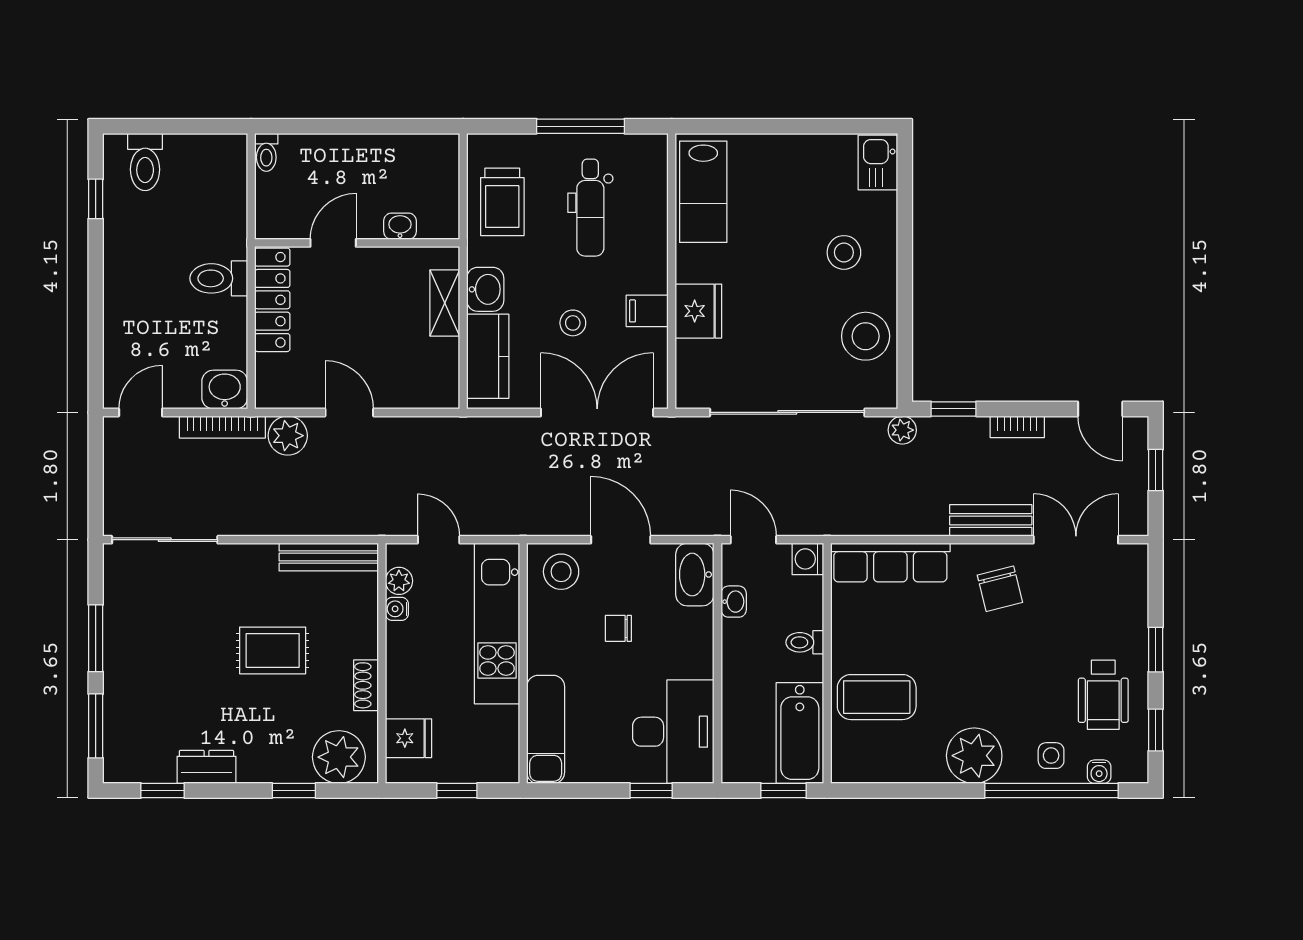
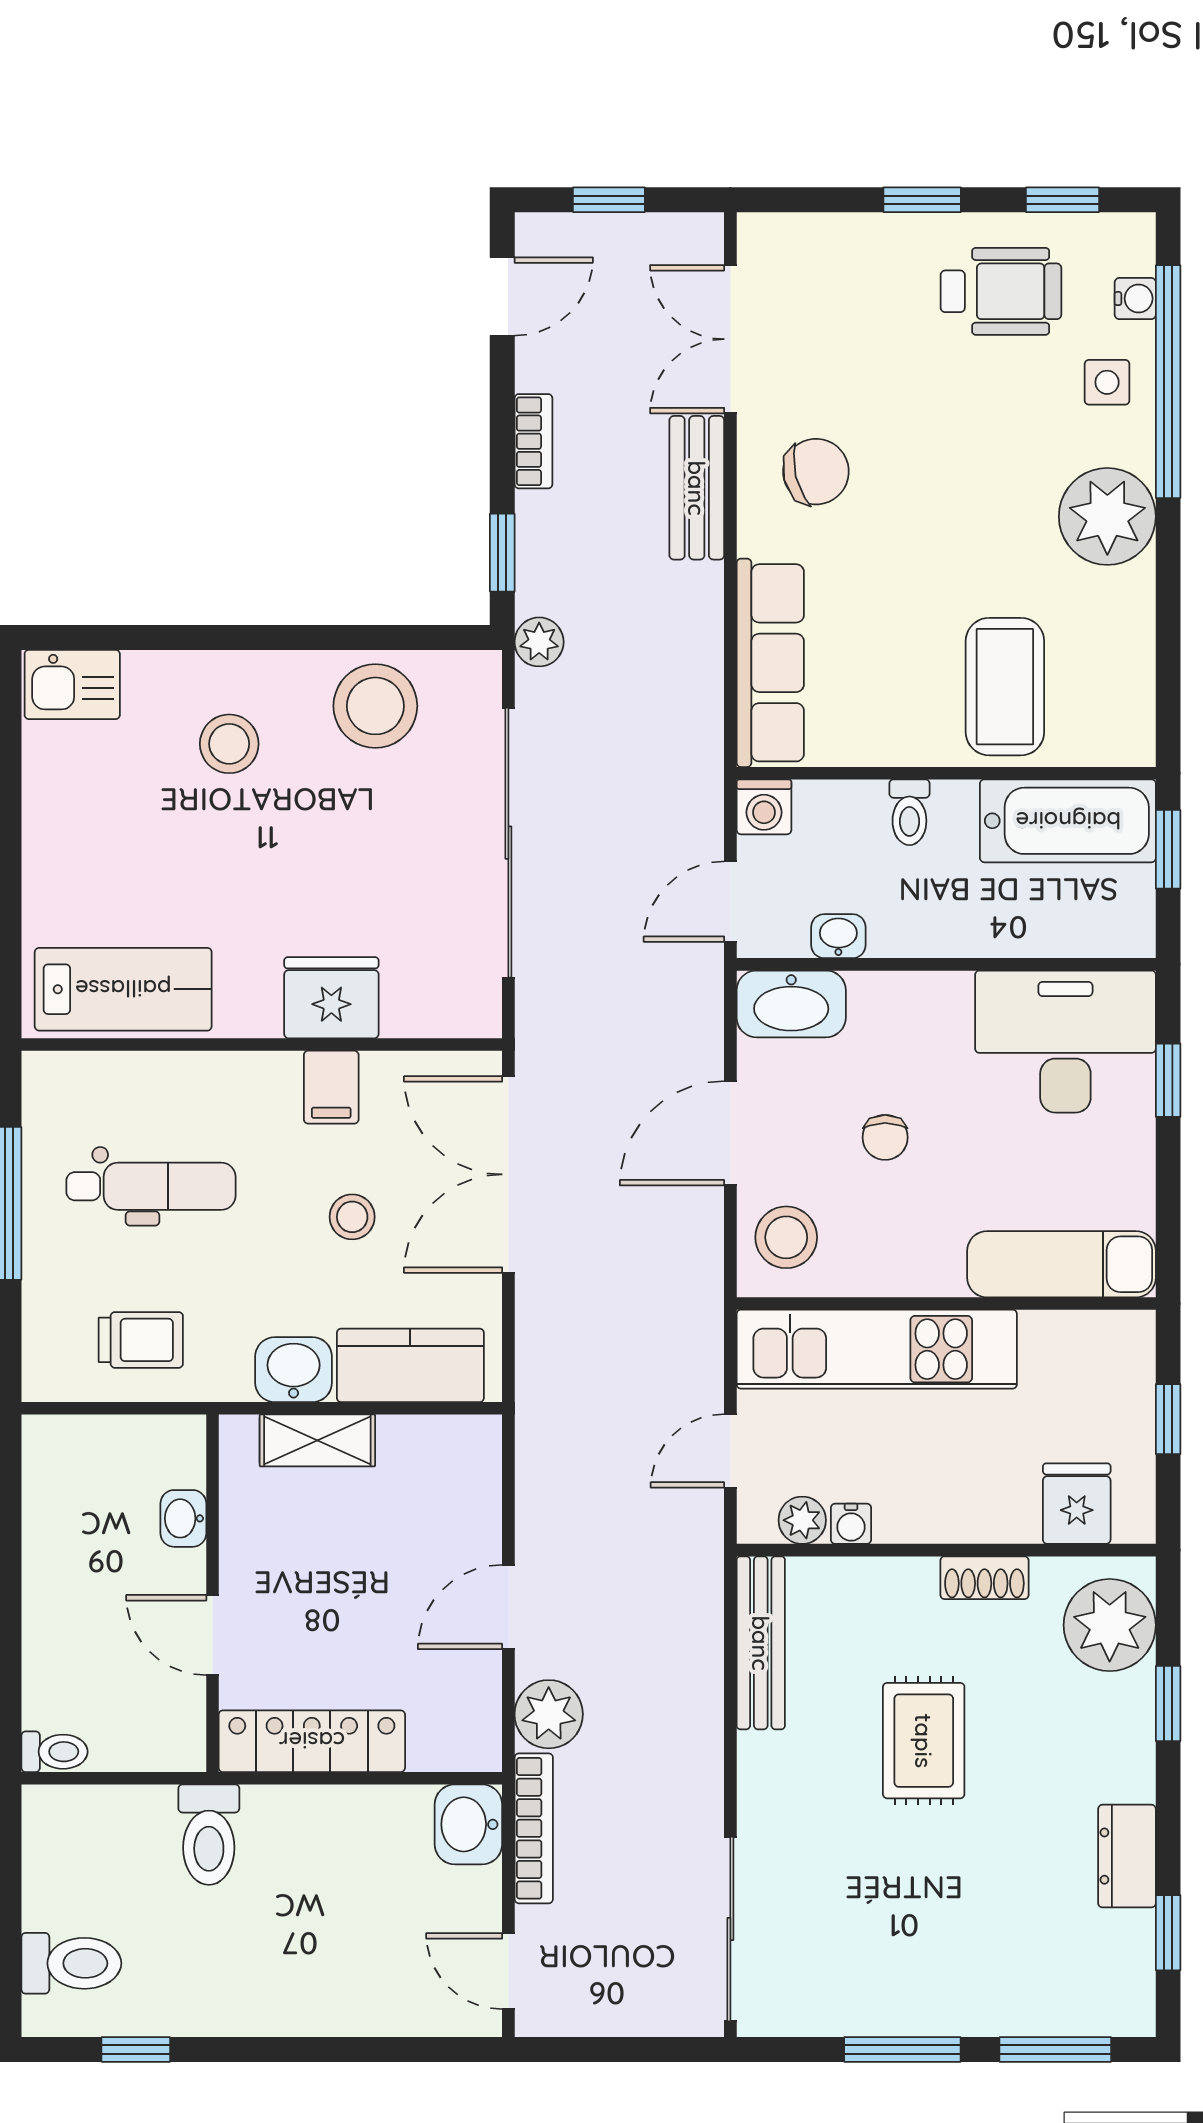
trolley: (502, 202) -> (141, 1340), width x0.73, depth x0.72
toilet: (219, 278) -> (209, 1835), moved

